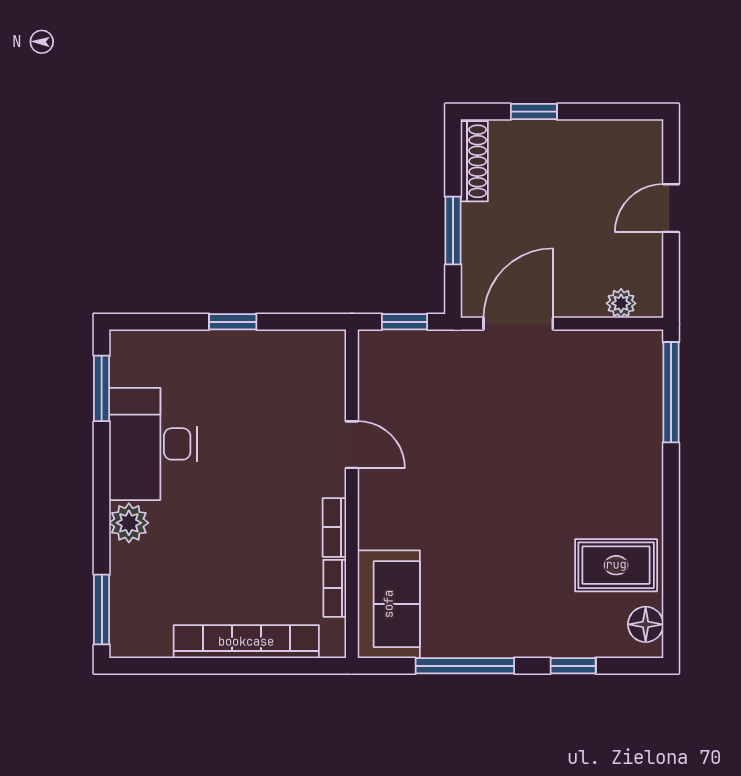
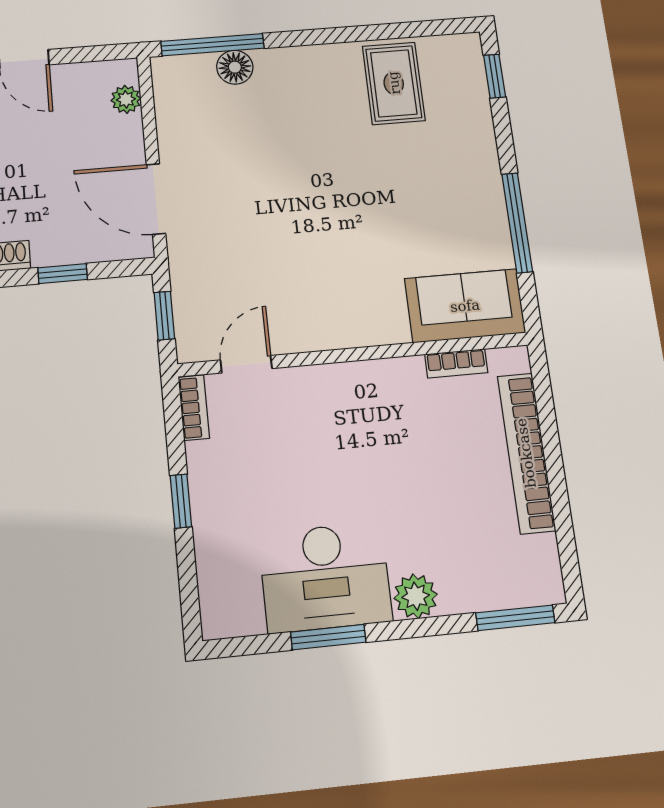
window: (453, 231) -> (63, 274), width x0.67
window: (102, 388) -> (328, 637), moved
door: (352, 445) -> (246, 364), moved
bookcase: (334, 527) -> (194, 408), moved, turned -90
floor lamp: (646, 624) -> (235, 67), moved
window: (573, 666) -> (495, 76), moved

